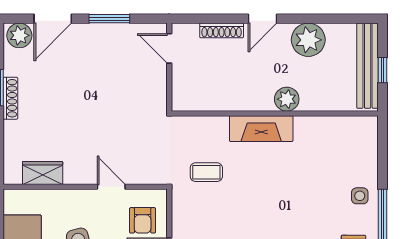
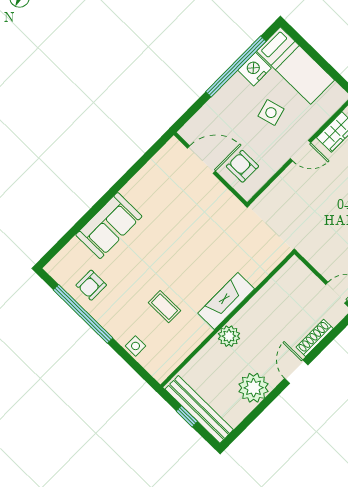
coffee table: (206, 172) -> (164, 307), moved, turned 90
door: (111, 187) -> (301, 151), moved
side table: (360, 196) -> (135, 346), moved

